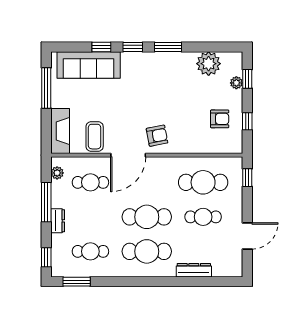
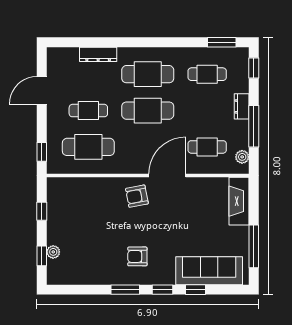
plant: (209, 64) -> (83, 272), removed
armchair: (220, 119) -> (137, 256), moved
coffee table: (95, 137) -> (203, 195), removed

